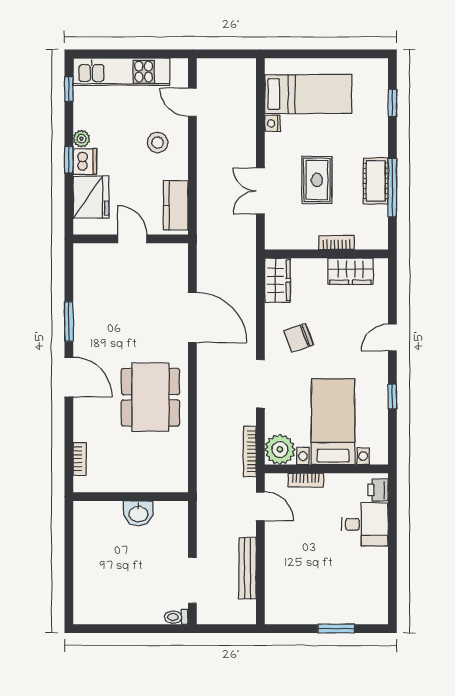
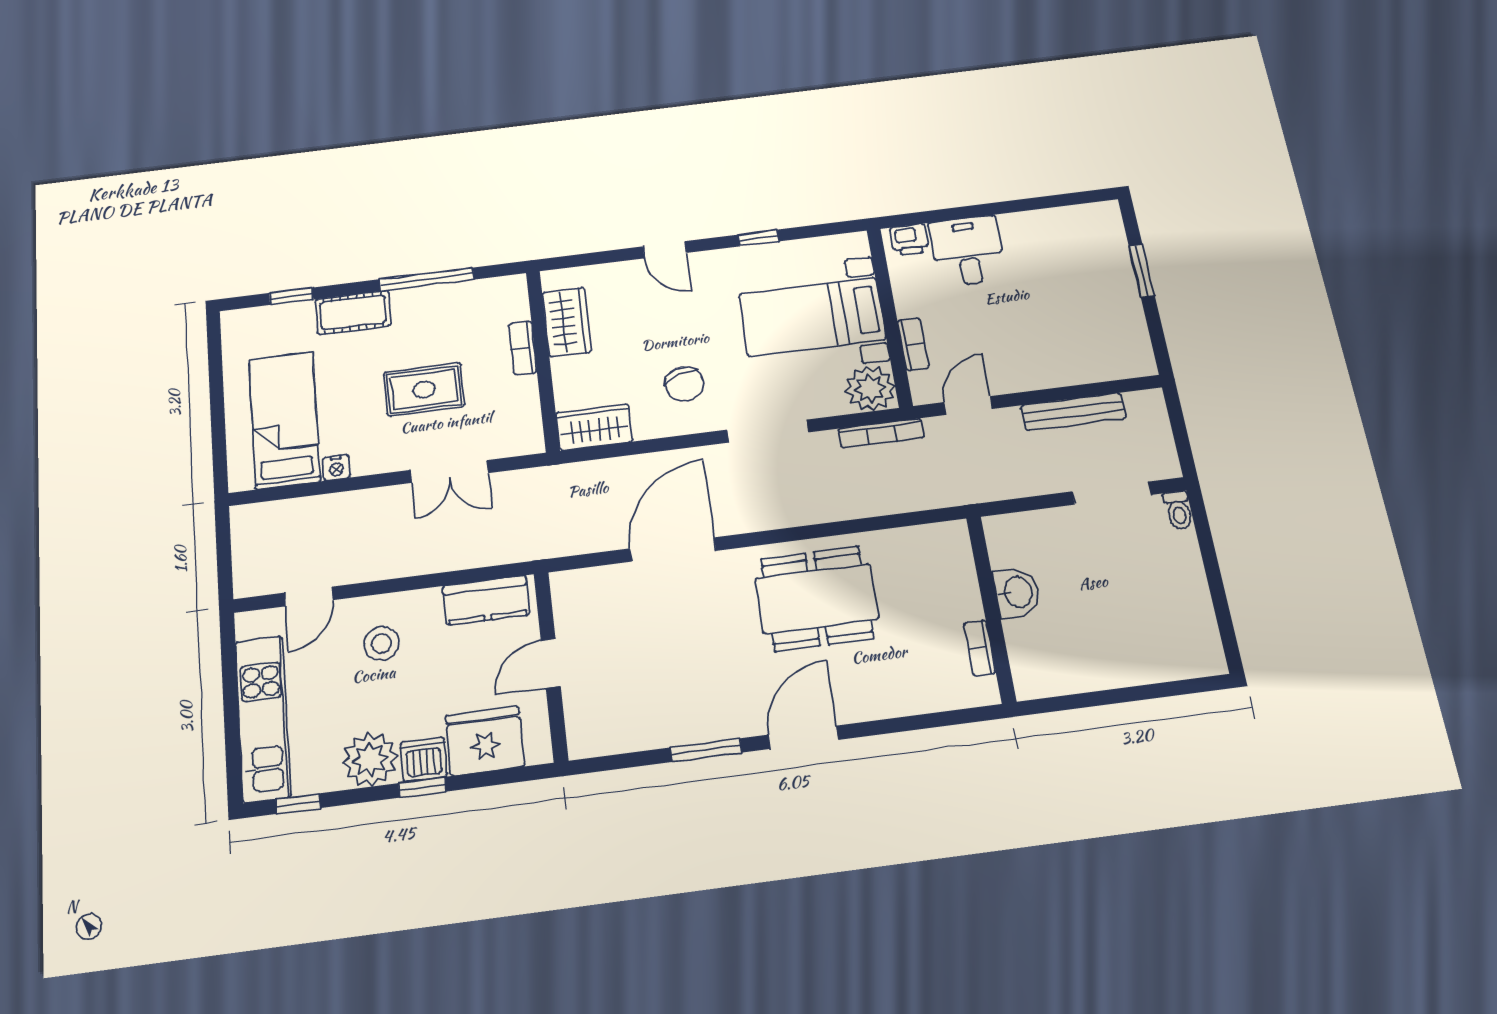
plant: (82, 139) -> (370, 759), width x1.88, depth x1.88
cot: (376, 181) -> (353, 312), moved
bookcase: (80, 459) -> (980, 648), moved, turned -90

